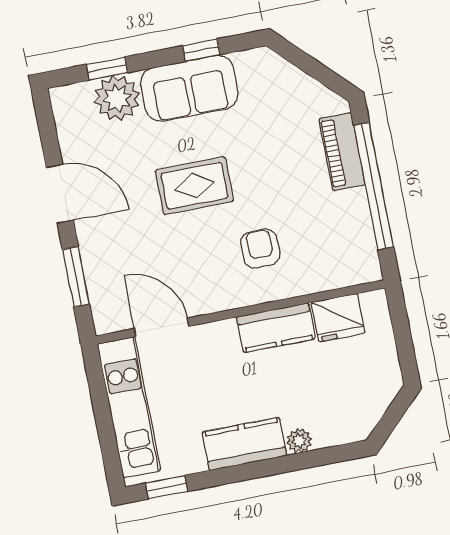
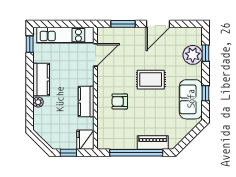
sofa: (189, 88) -> (191, 99), moved
rug: (194, 186) -> (151, 80), turned 90
armchair: (260, 248) -> (120, 101), turned 180
fridge: (338, 318) -> (85, 140), moved
window: (405, 346) -> (68, 153), added

